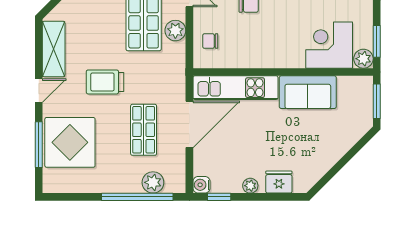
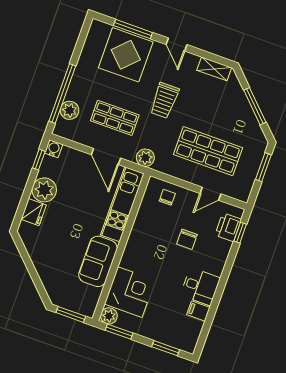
plant: (175, 31) -> (145, 158), moved
shelving: (54, 49) -> (214, 69), width x0.67, depth x0.75
trolley: (105, 82) -> (164, 100), turned 180
door: (189, 124) -> (106, 156), width x0.73
plant: (250, 186) -> (44, 190), width x1.87, depth x1.87

